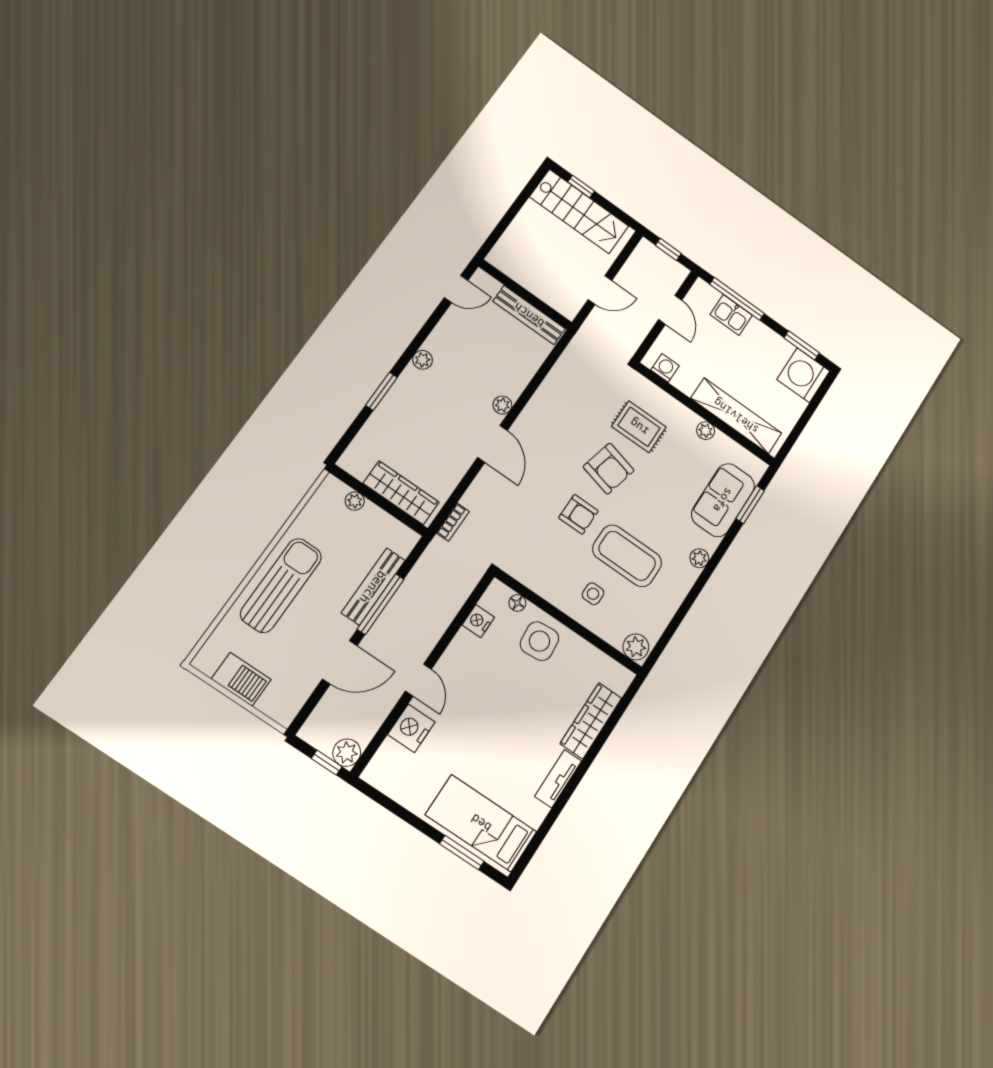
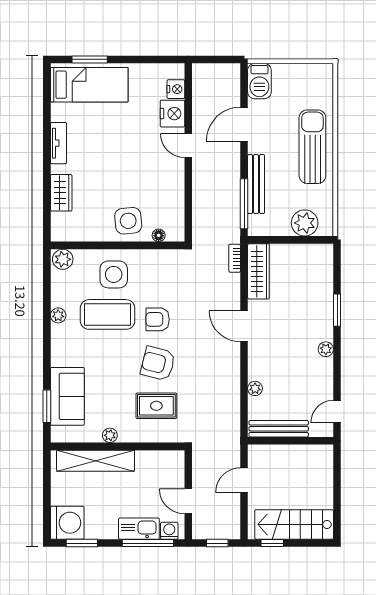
window: (581, 186) -> (272, 543), moved
kitchen sink: (731, 315) -> (139, 529), width x1.38
washing machine: (665, 368) -> (169, 531), moved, turned 180
plant: (502, 405) -> (255, 388), moved
wardrobe: (401, 493) -> (258, 271), moved, turned -90
plant: (355, 501) -> (305, 223), width x1.87, depth x1.87
plant: (699, 558) -> (58, 315), moved
sun lounger: (281, 585) -> (312, 147), turned 180
side table: (593, 594) -> (114, 274), width x1.87, depth x1.87
window: (381, 604) -> (244, 204), moved
nightstand: (478, 621) -> (176, 89), moved
barbecue: (241, 679) -> (259, 81), moved, turned -90
wardrobe: (591, 721) -> (61, 193), width x0.67
plant: (347, 753) -> (202, 73), removed
window: (327, 763) -> (210, 59), removed

